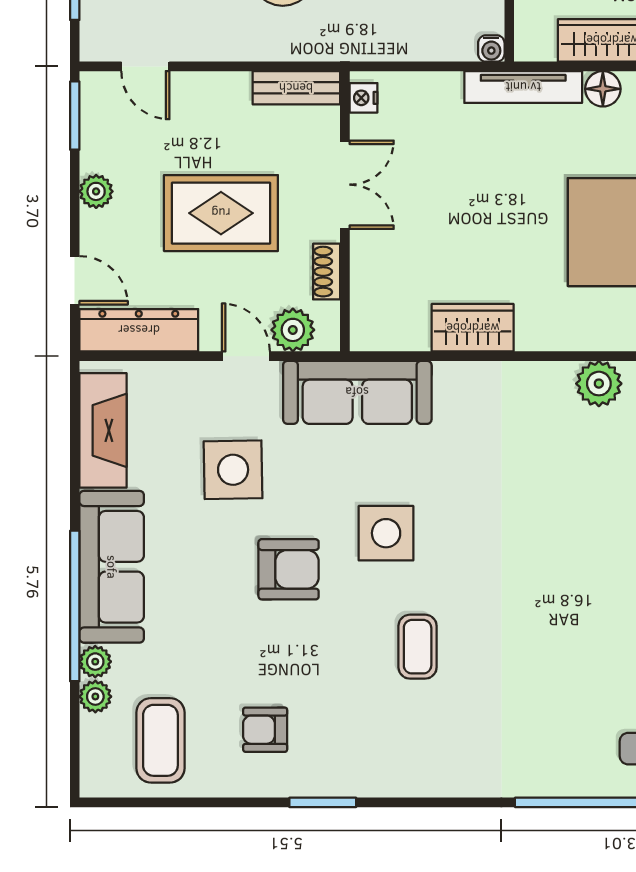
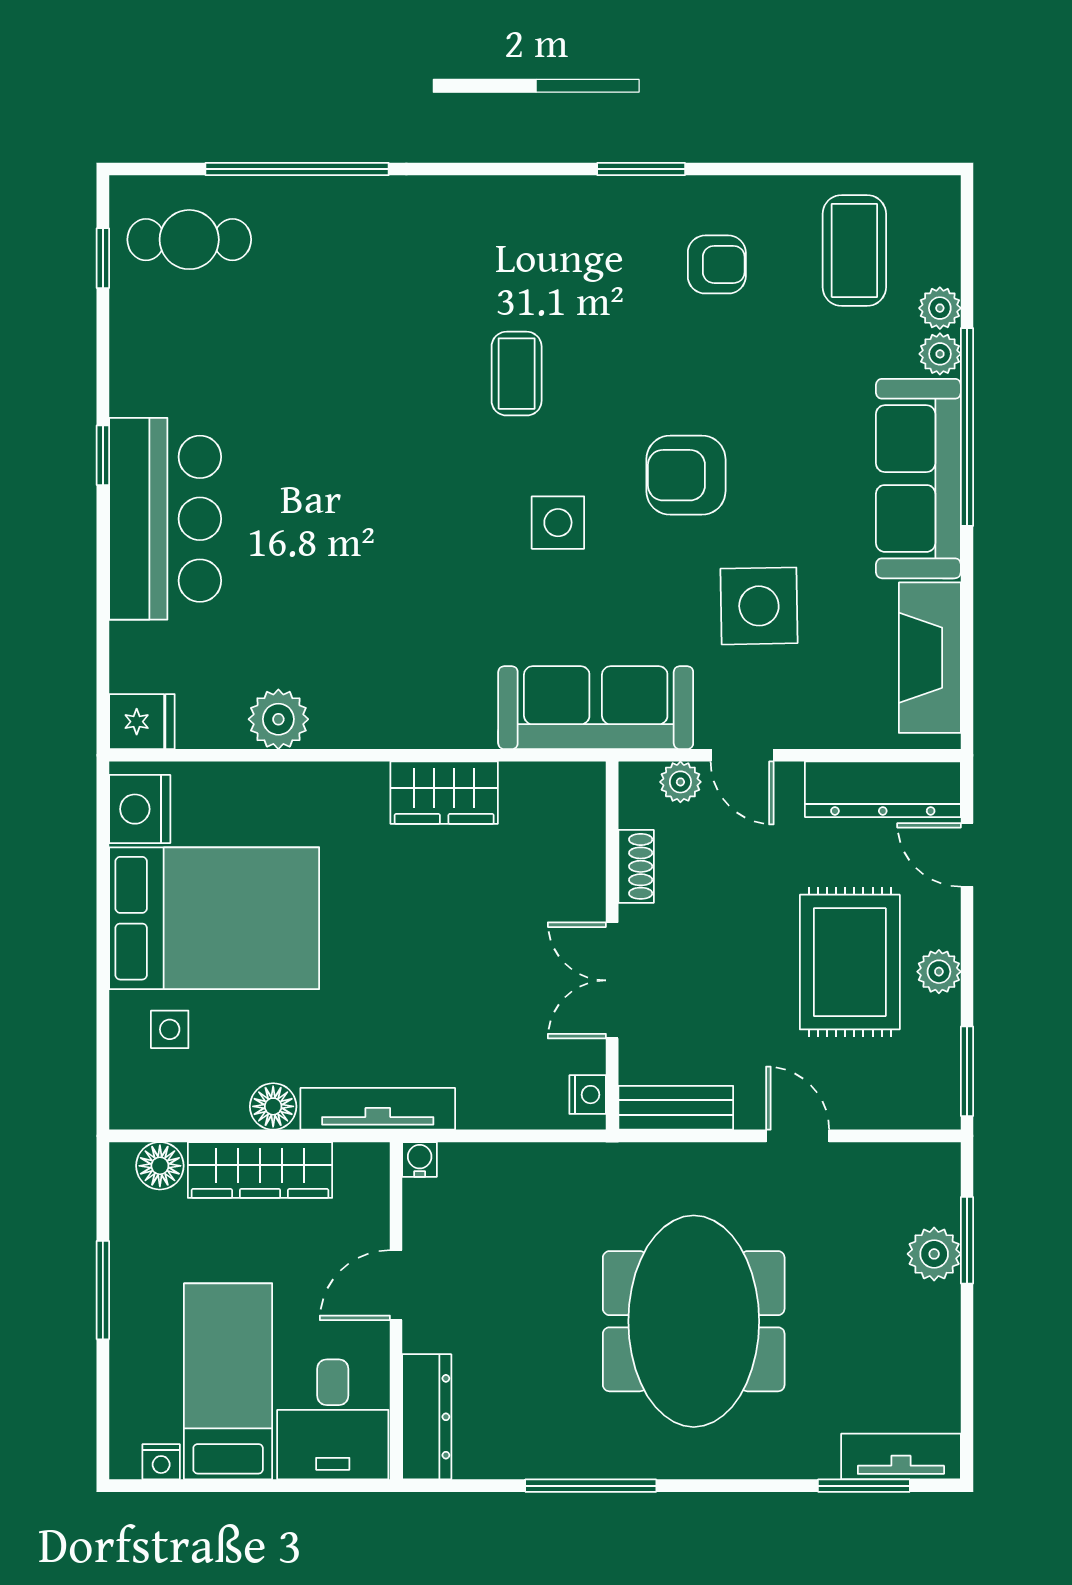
door: (145, 66) -> (798, 1136), moved
rug: (221, 213) -> (850, 962), moved, turned 90
plant: (293, 330) -> (680, 782), width x0.73, depth x0.73
side table: (386, 533) -> (558, 523), width x0.73, depth x0.73

